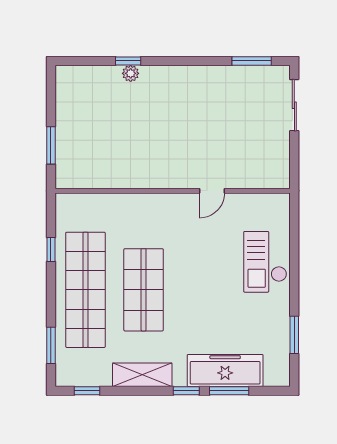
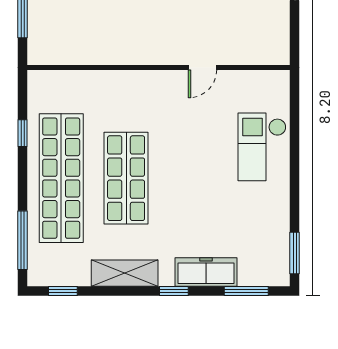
window: (294, 335) -> (295, 253), moved
window: (51, 345) -> (23, 240), width x1.44
freezer: (225, 371) -> (206, 272), width x0.73, depth x0.79
window: (229, 391) -> (246, 291), moved

